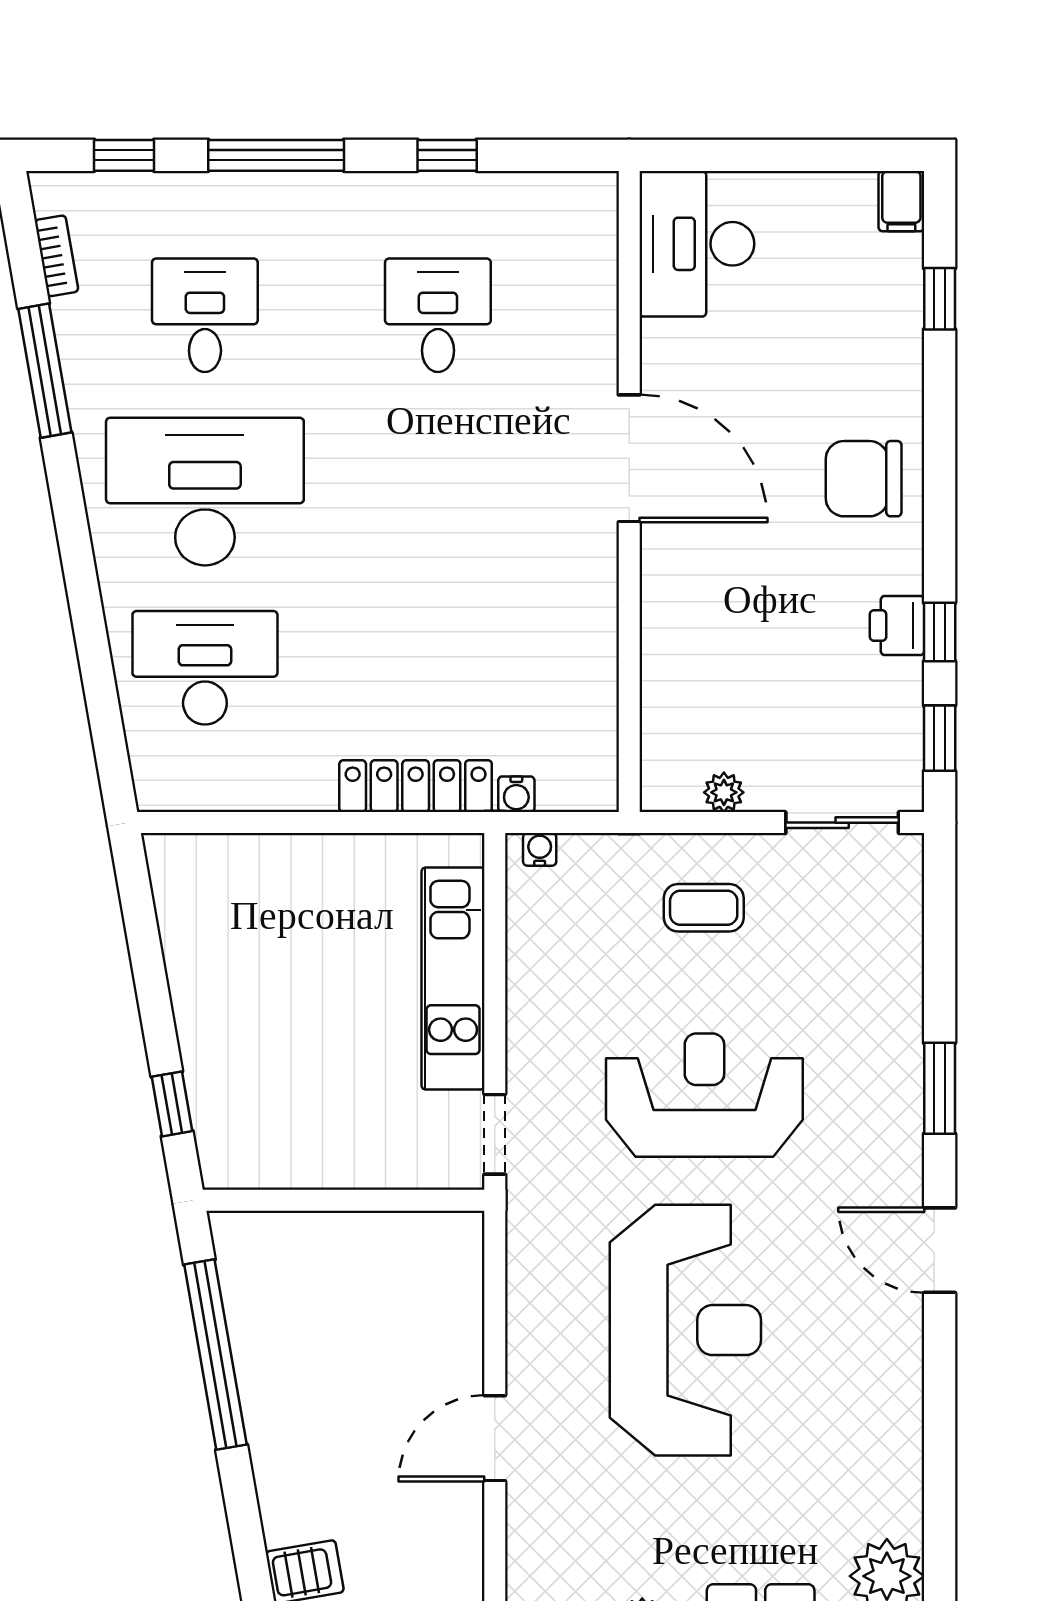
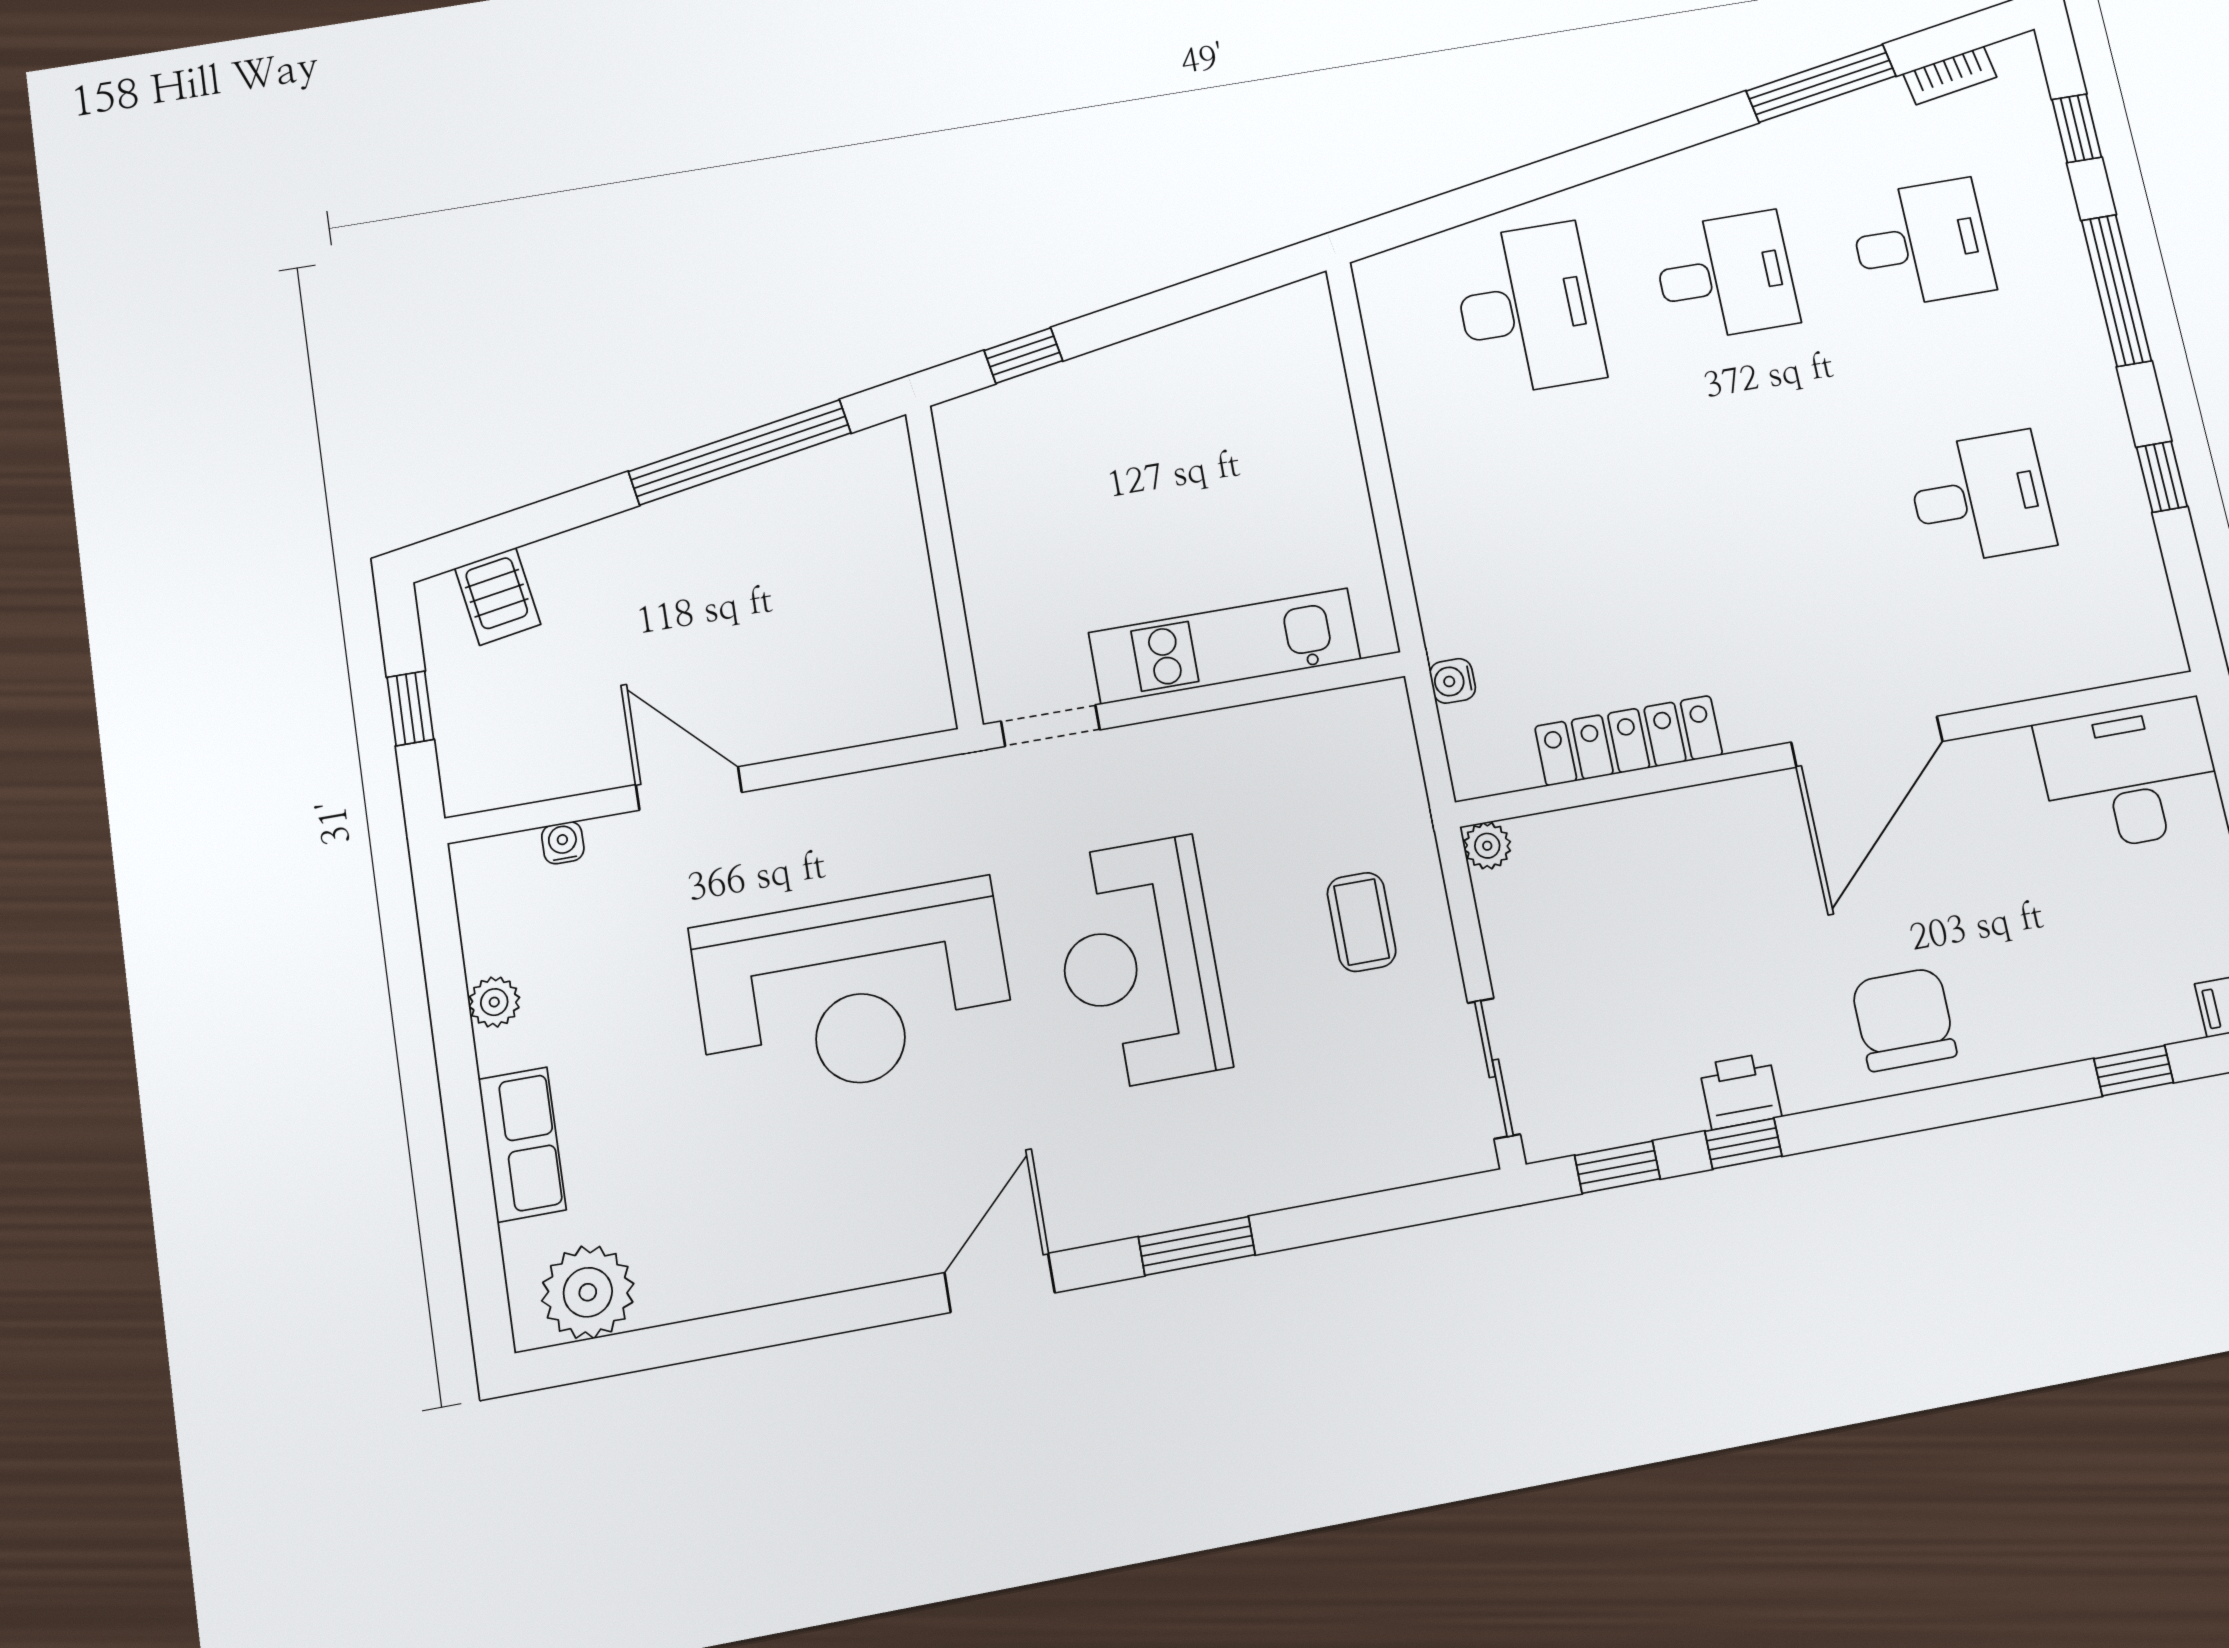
desk: (205, 492) -> (1725, 276), width x0.53, depth x0.77
locker: (416, 786) -> (1629, 741), moved, turned -90
plant: (724, 792) -> (1487, 846), moved
water cooler: (540, 849) -> (563, 843), moved, turned -90
reception desk: (704, 1095) -> (1139, 963), turned 180

